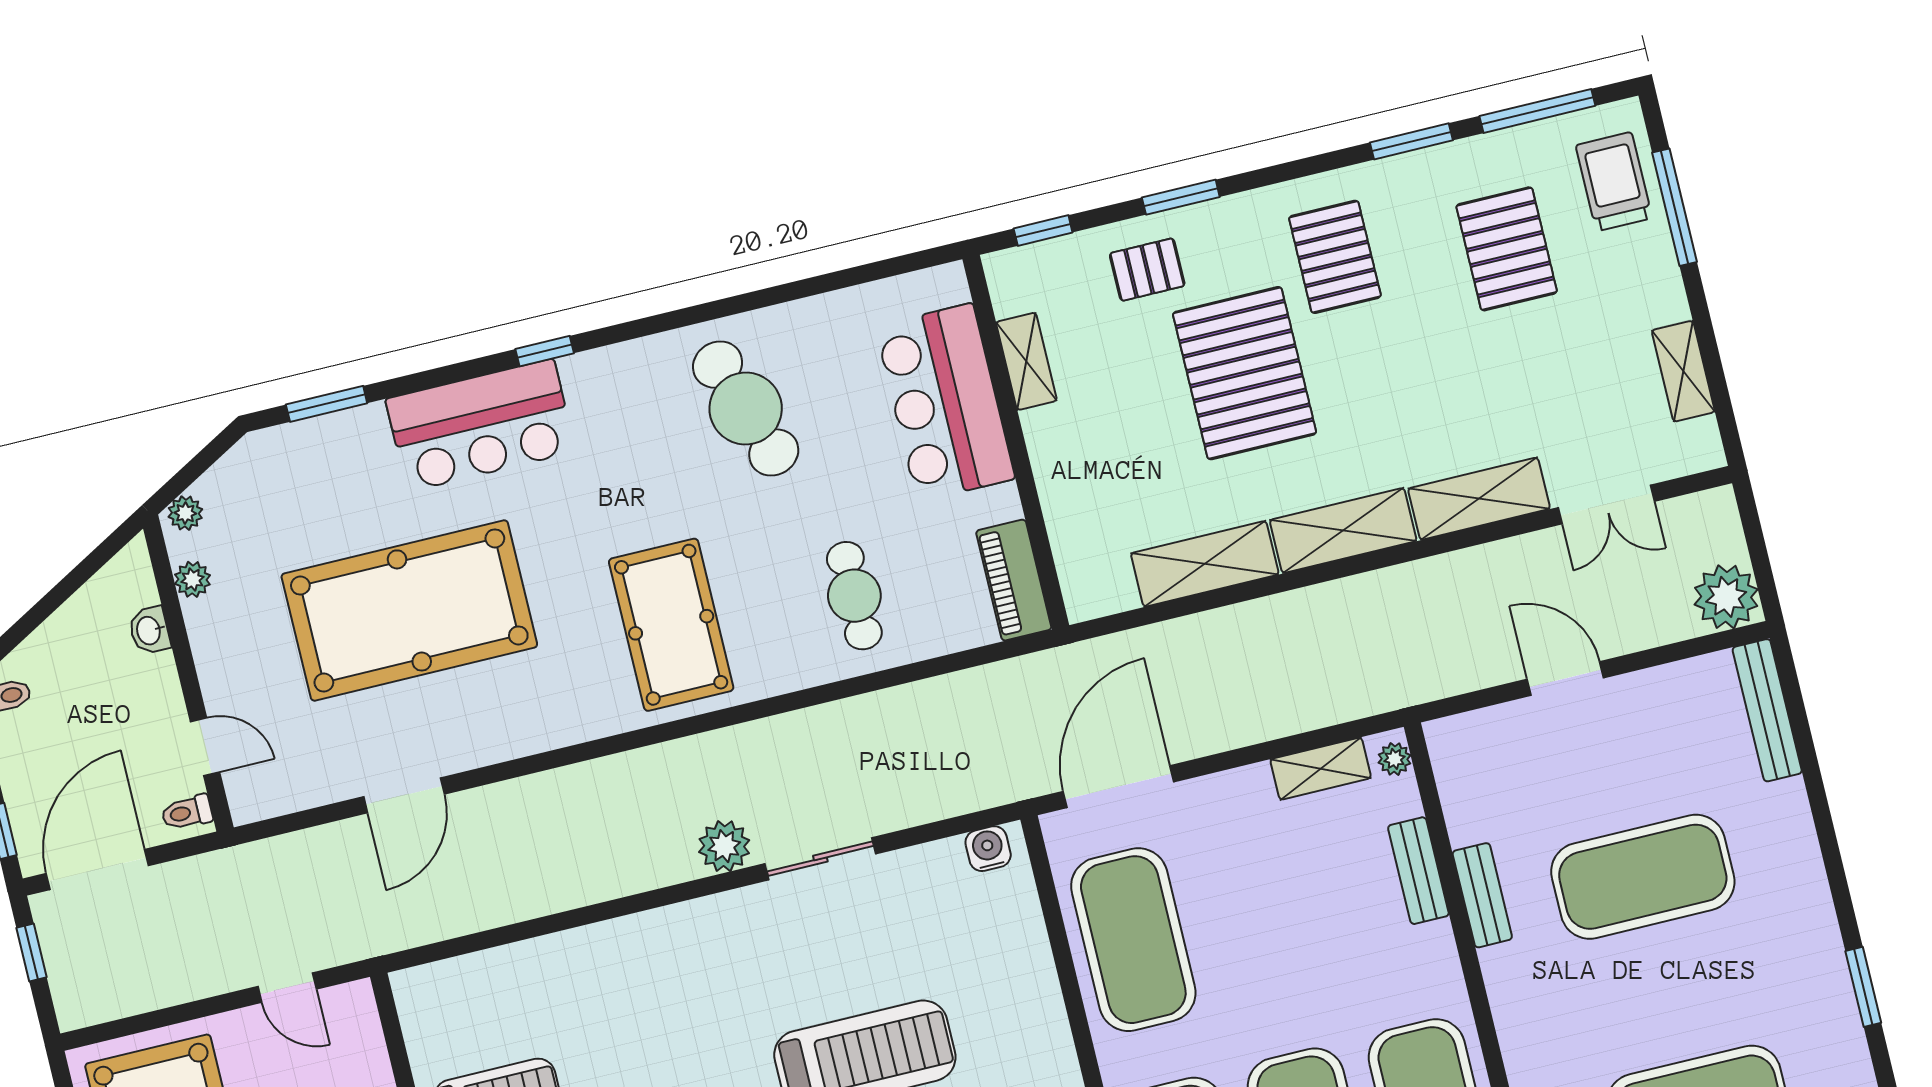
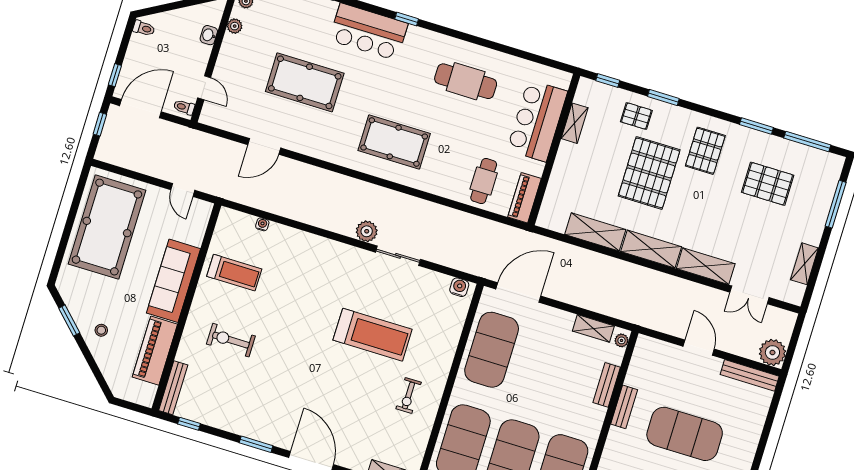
trolley: (1614, 182) -> (820, 182), removed
pallet: (1507, 249) -> (768, 184), turned 90
cafe table: (746, 409) -> (466, 81), turned -71
cafe table: (854, 596) -> (484, 181), moved
pool table: (409, 610) -> (305, 82), width x0.73, depth x0.76
pool table: (671, 625) -> (394, 142), turned 90
bench: (1767, 710) -> (750, 375), moved, turned 90
water cooler: (497, 961) -> (262, 224), added

